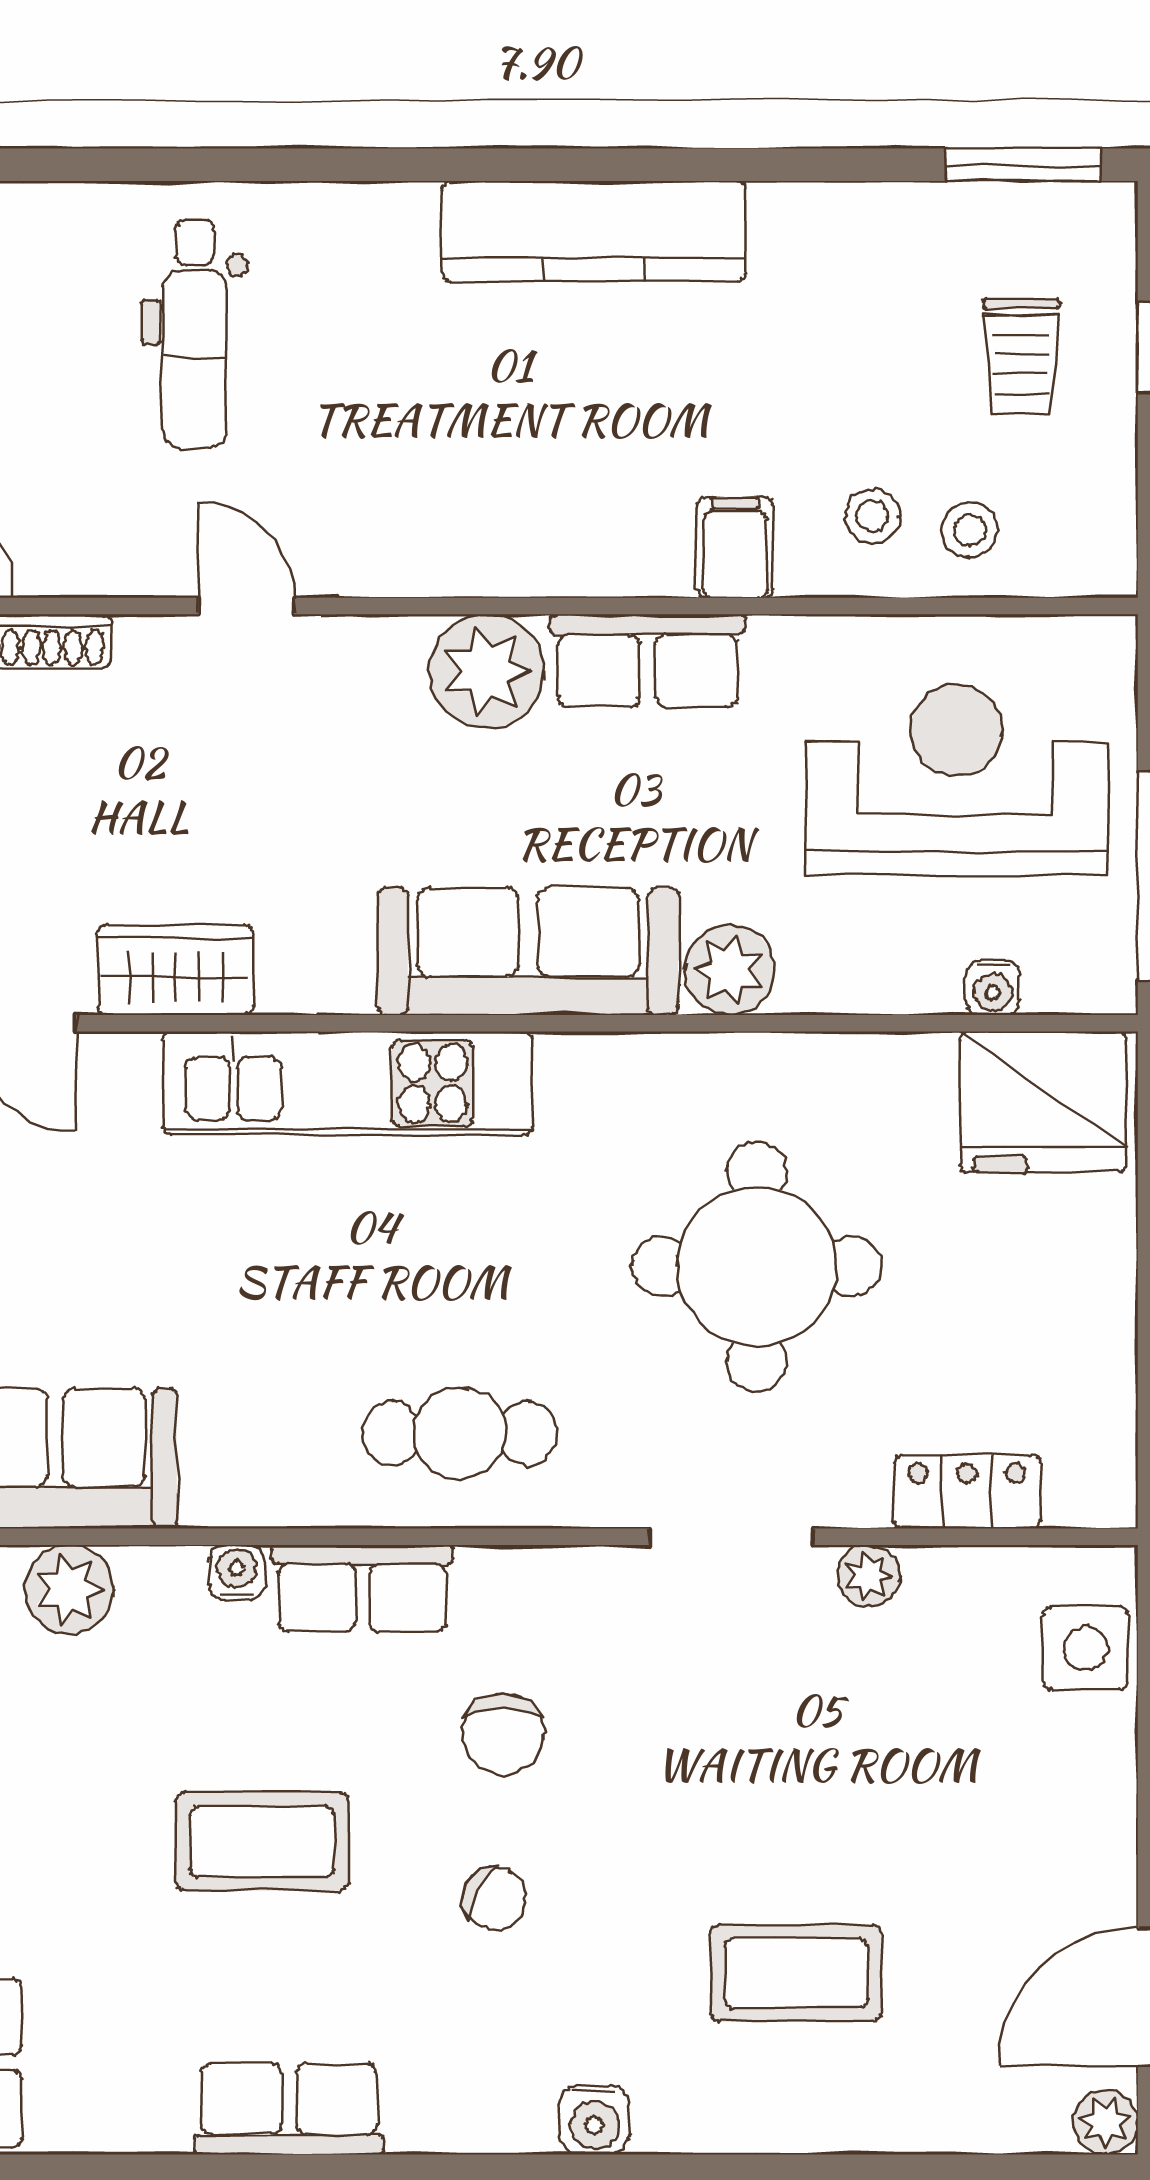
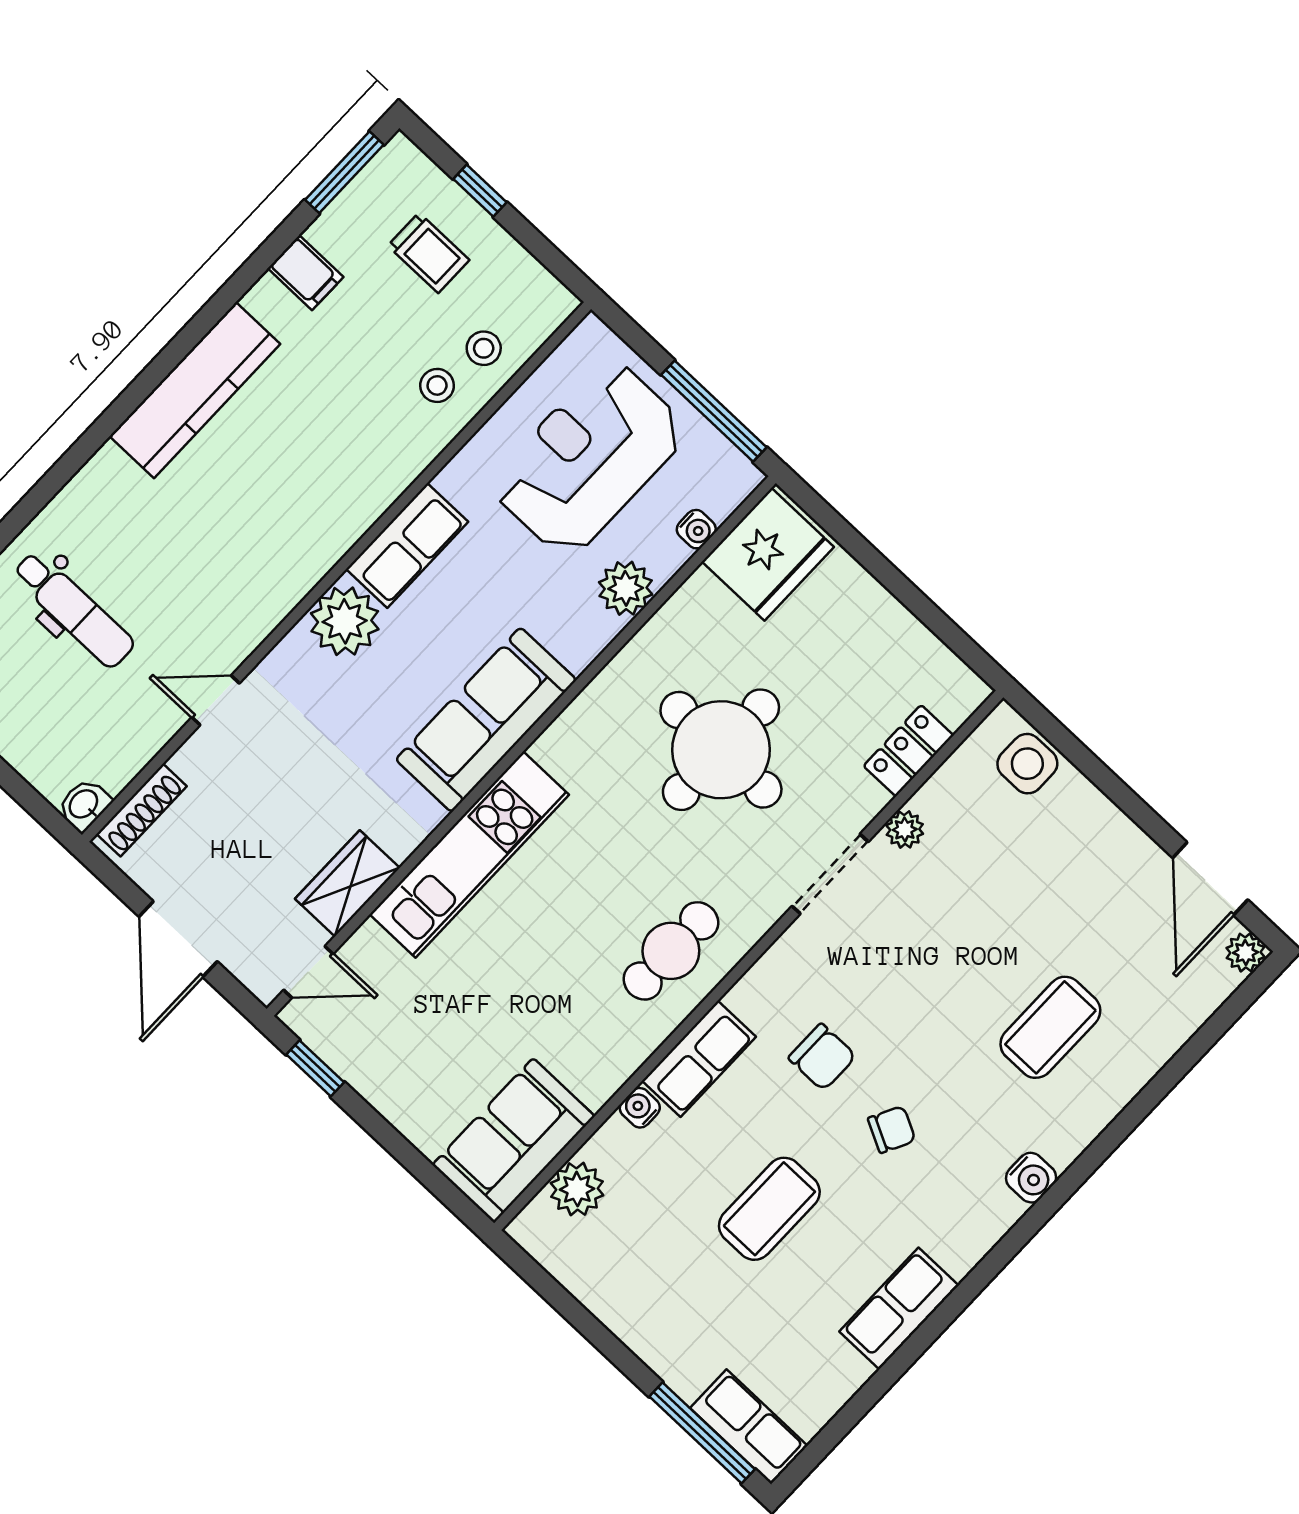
filing cabinet: (735, 547) -> (305, 273), moved, turned 180
plant: (729, 970) -> (626, 588), moved

